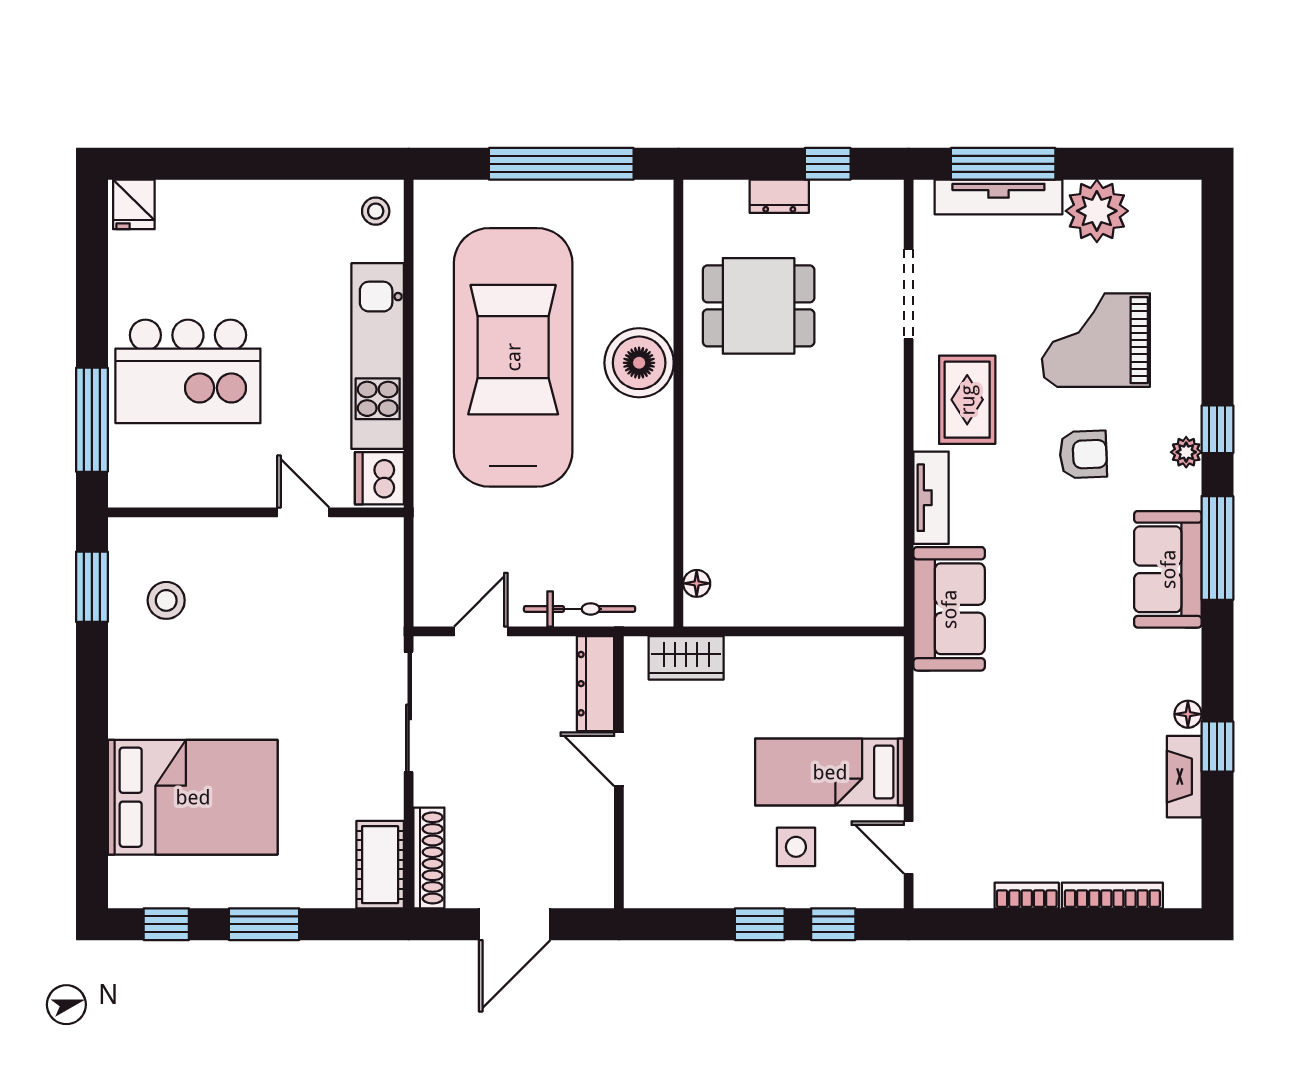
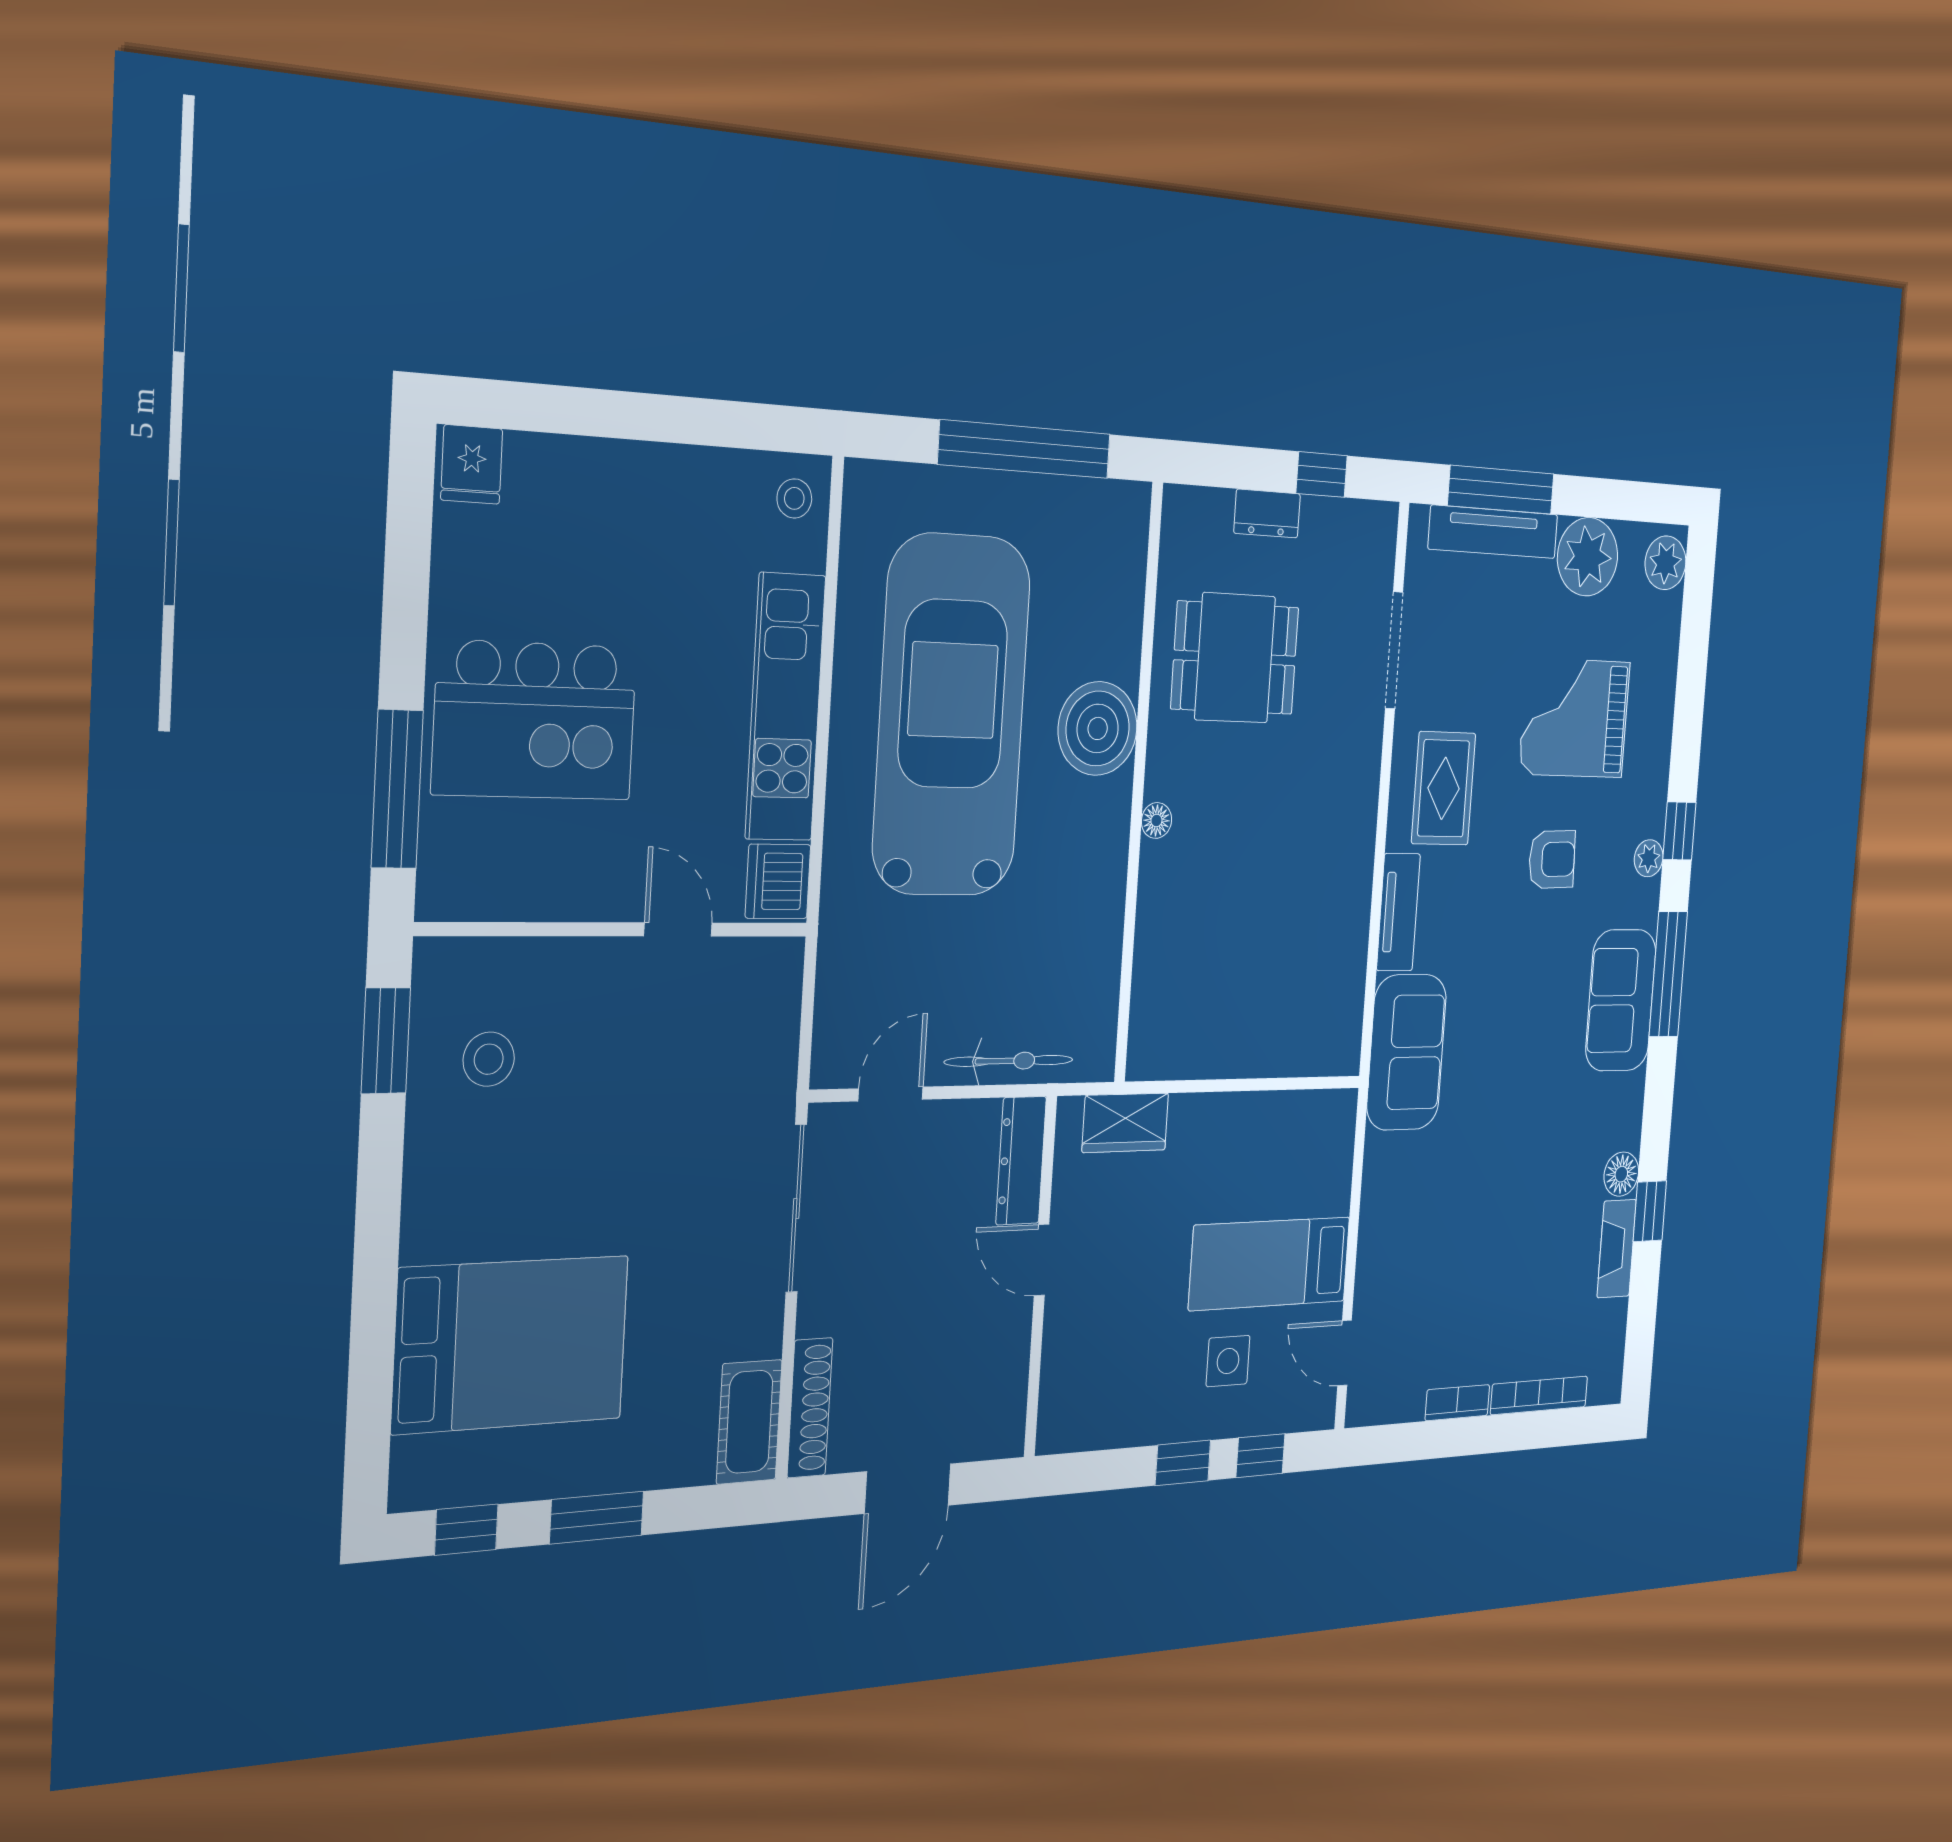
plant: (1180, 211) -> (1665, 563), added
floor lamp: (697, 583) -> (1156, 820), moved
floor lamp: (1188, 714) -> (1621, 1174), width x1.37, depth x1.37

